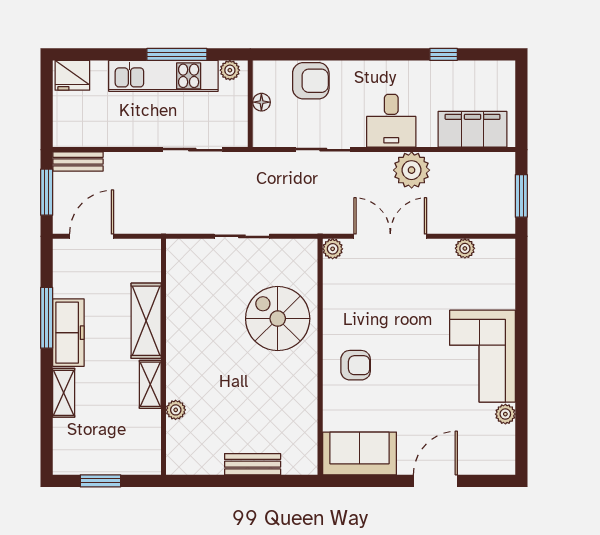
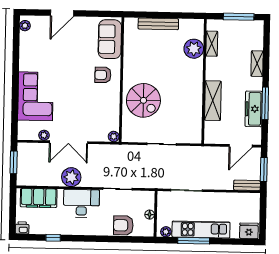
printer: (503, 72) -> (22, 228), added
desk: (391, 121) -> (81, 203), width x1.37
double door: (390, 236) -> (68, 142), moved
freezer: (68, 333) -> (254, 109), moved
corner sofa: (483, 356) -> (36, 96), moved
shelving: (150, 384) -> (212, 44), moved
plant: (176, 410) -> (194, 49), width x1.87, depth x1.87
plant: (505, 414) -> (25, 26), moved
sofa: (360, 453) -> (110, 39), moved, turned 90
bench: (253, 464) -> (158, 24), width x1.36
window: (100, 481) -> (239, 17), width x1.44

